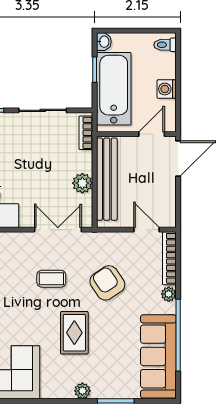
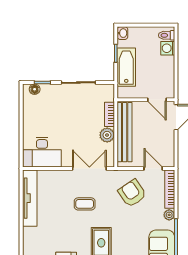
bathtub: (114, 89) -> (126, 67), width x0.73, depth x0.73
washing machine: (167, 89) -> (168, 48), moved
bookcase: (86, 133) -> (109, 114), moved
door: (152, 134) -> (157, 100), swing flipped
armchair: (107, 283) -> (132, 193), moved

